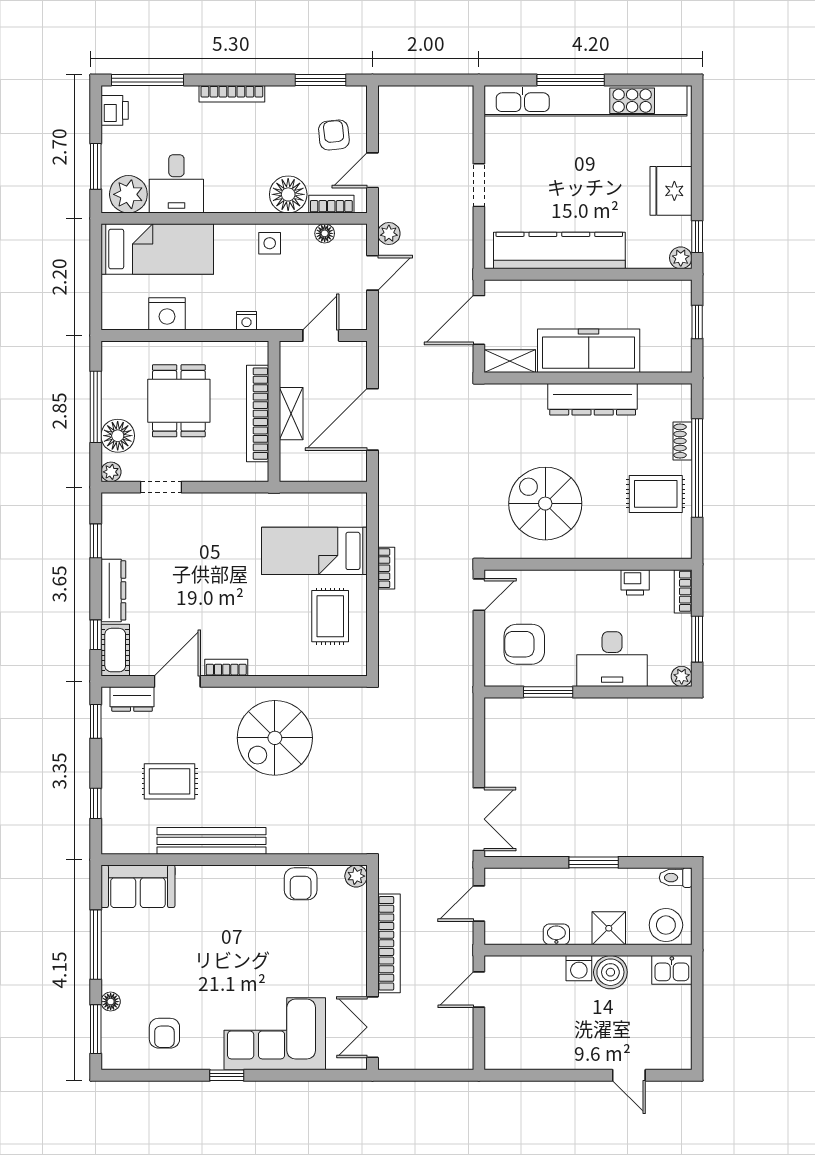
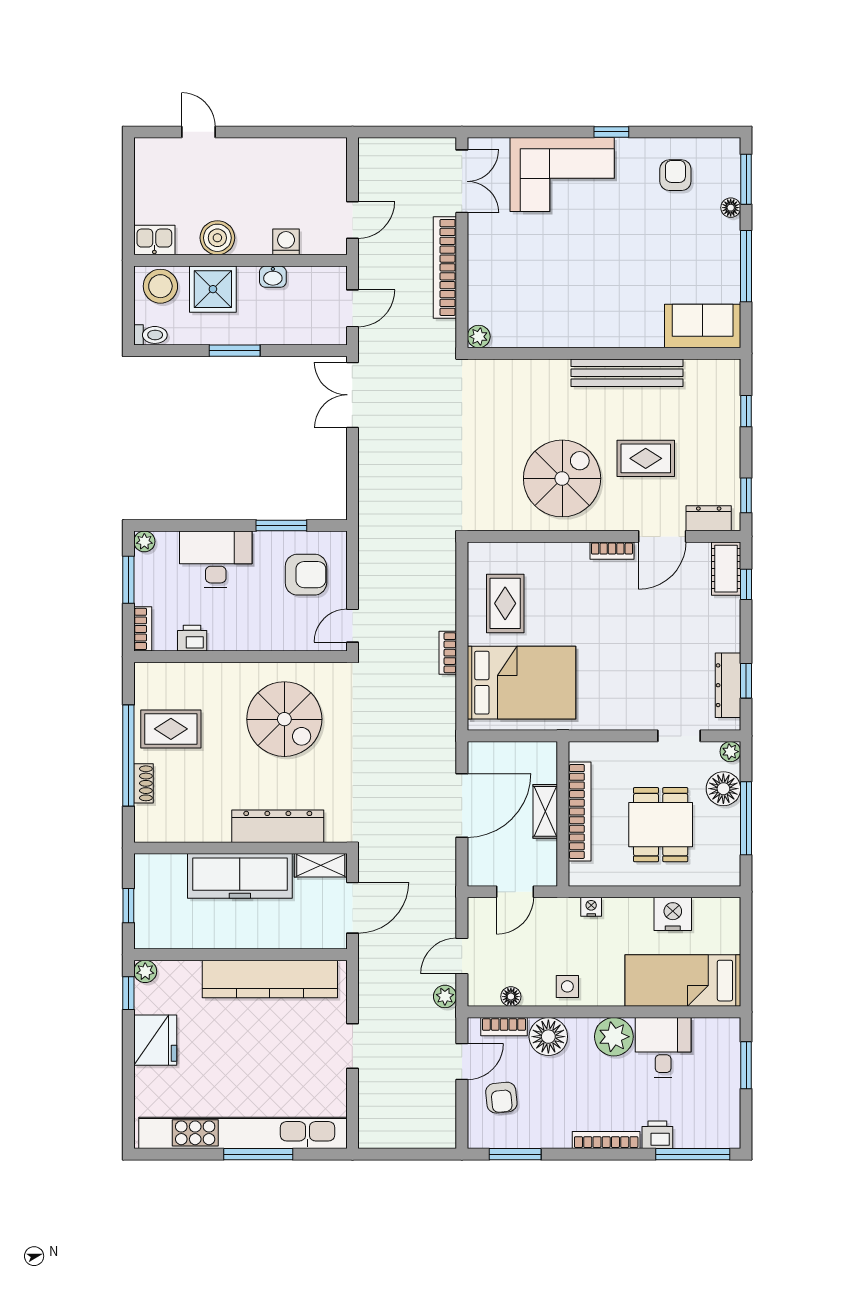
printer: (115, 110) -> (657, 1135), moved, turned 90
plant: (128, 194) -> (614, 1037), moved
dresser: (593, 399) -> (278, 826), moved
bed: (314, 551) -> (521, 683), width x1.50
dresser: (113, 590) -> (728, 685), moved
rug: (170, 781) -> (646, 458), moved
armchair: (301, 884) -> (536, 329), removed
shower: (609, 928) -> (213, 289), width x1.36, depth x1.36
washing machine: (579, 968) -> (286, 242), moved

